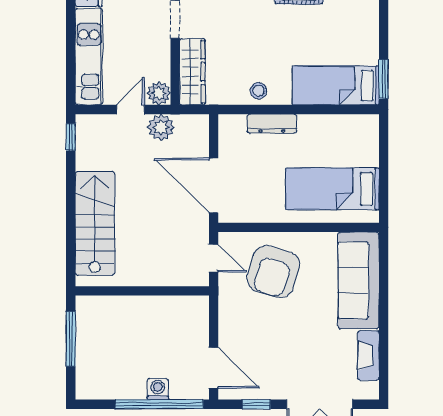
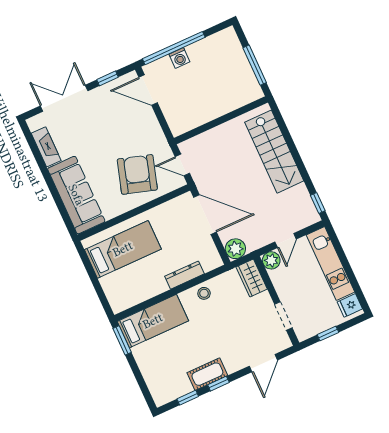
wardrobe: (192, 72) -> (252, 278), width x0.67
plant: (161, 127) -> (235, 249), moved

